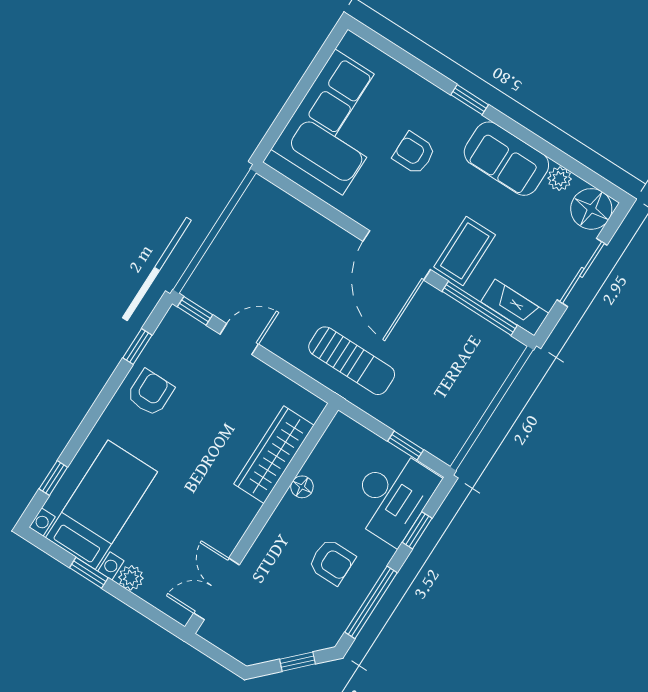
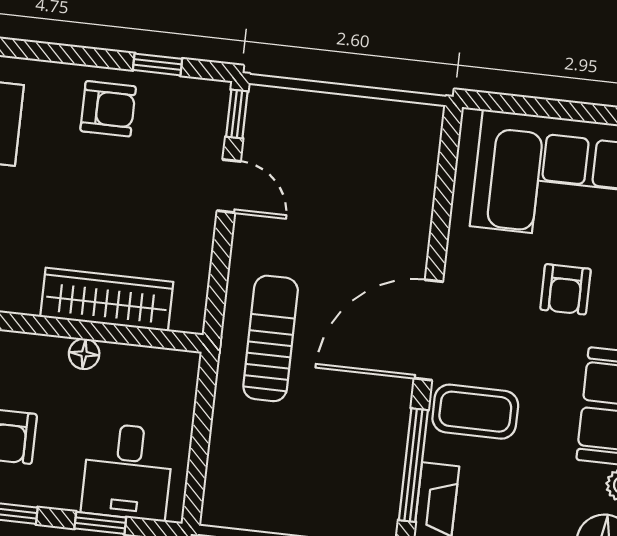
armchair: (414, 153) -> (565, 289), turned 180
sun lounger: (352, 361) -> (271, 338), turned 180
window: (406, 446) -> (198, 457), removed
desk: (392, 496) -> (128, 472), width x0.73

